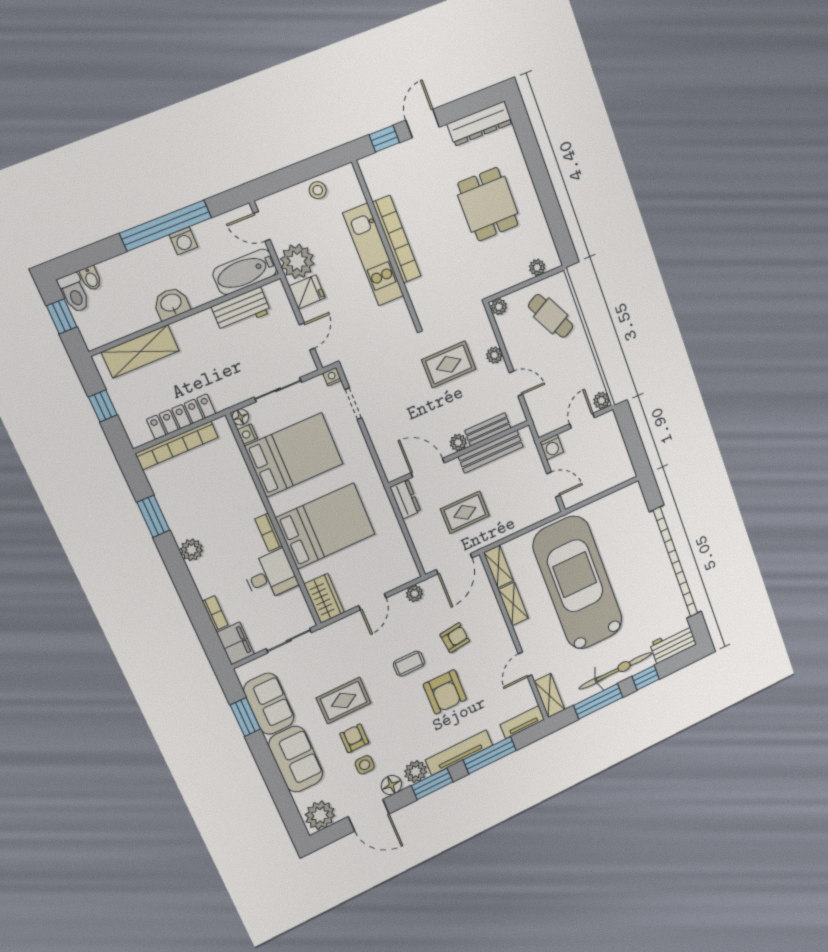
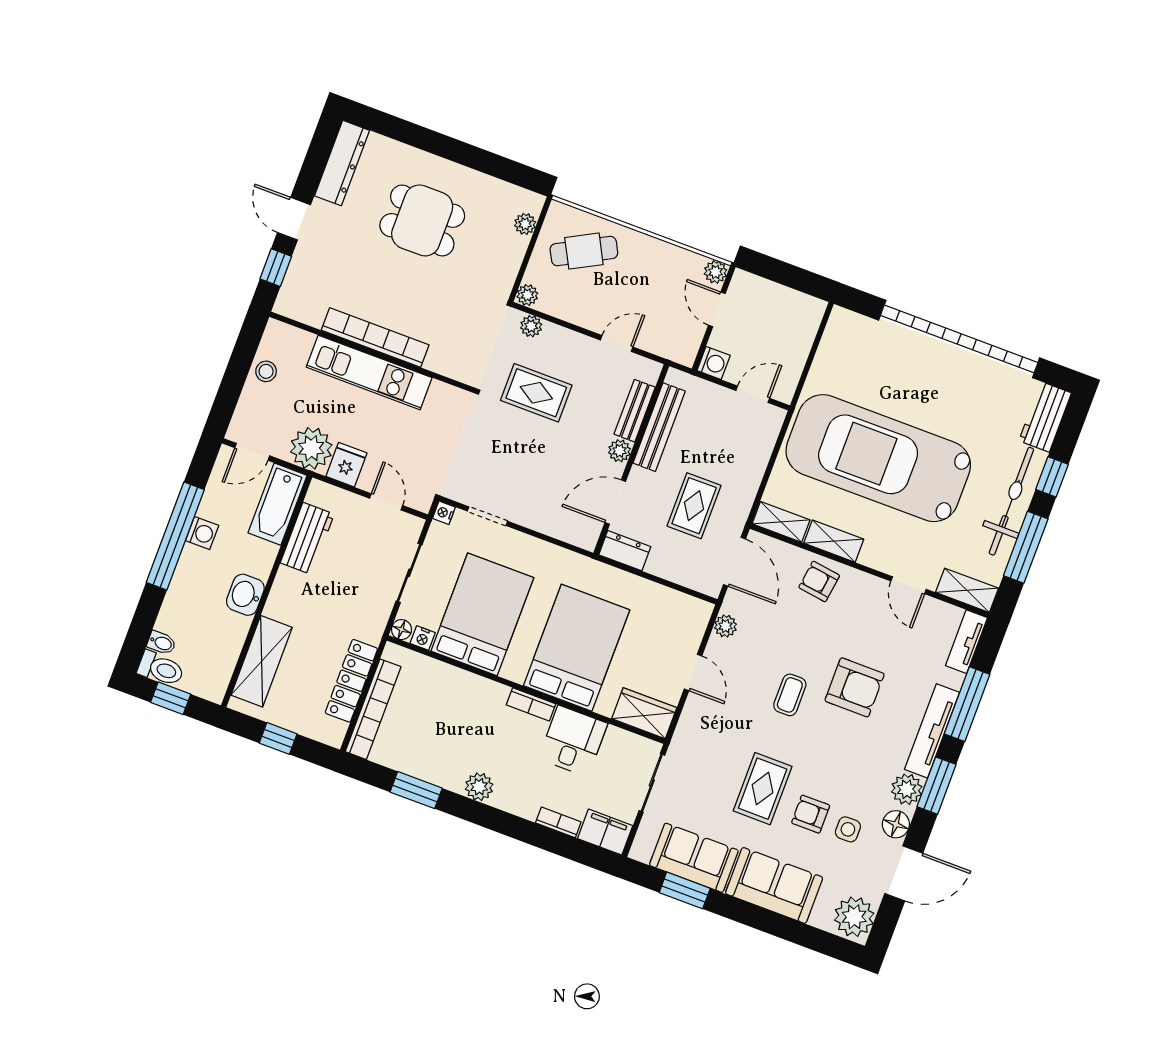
plant: (494, 355) -> (531, 326), moved
rug: (449, 364) -> (536, 393), turned 90
armchair: (455, 638) -> (819, 581), moved, turned -75

